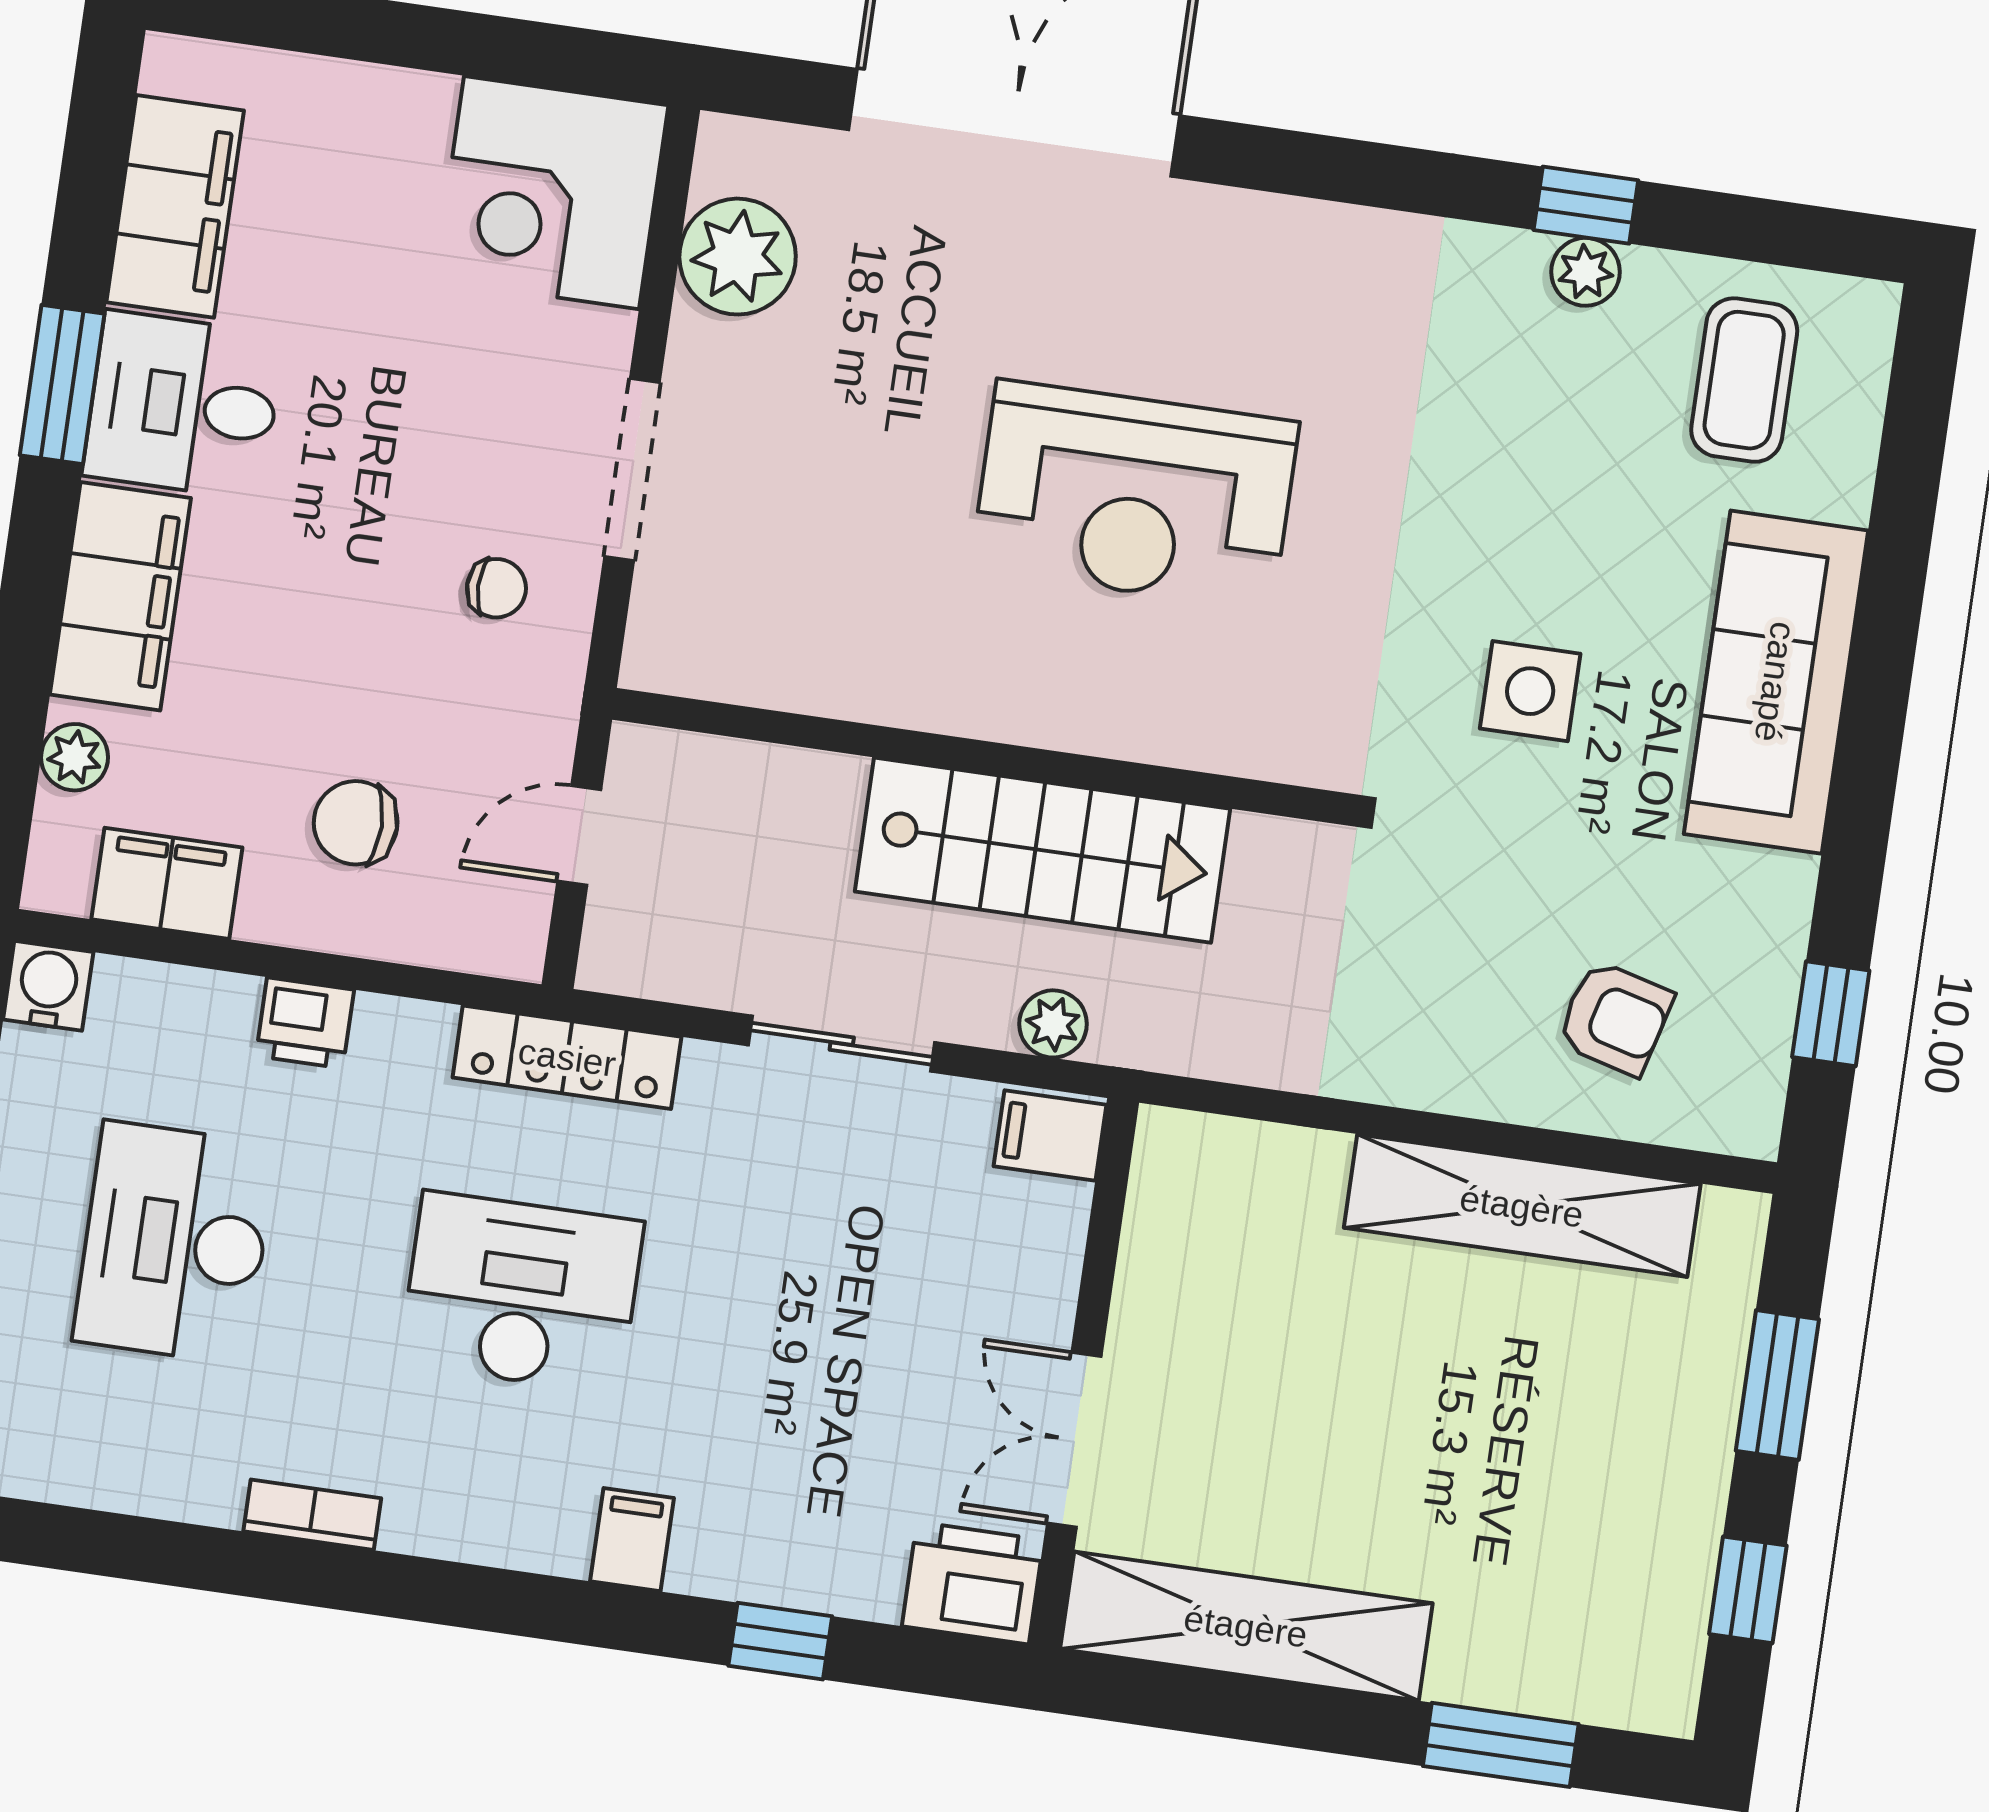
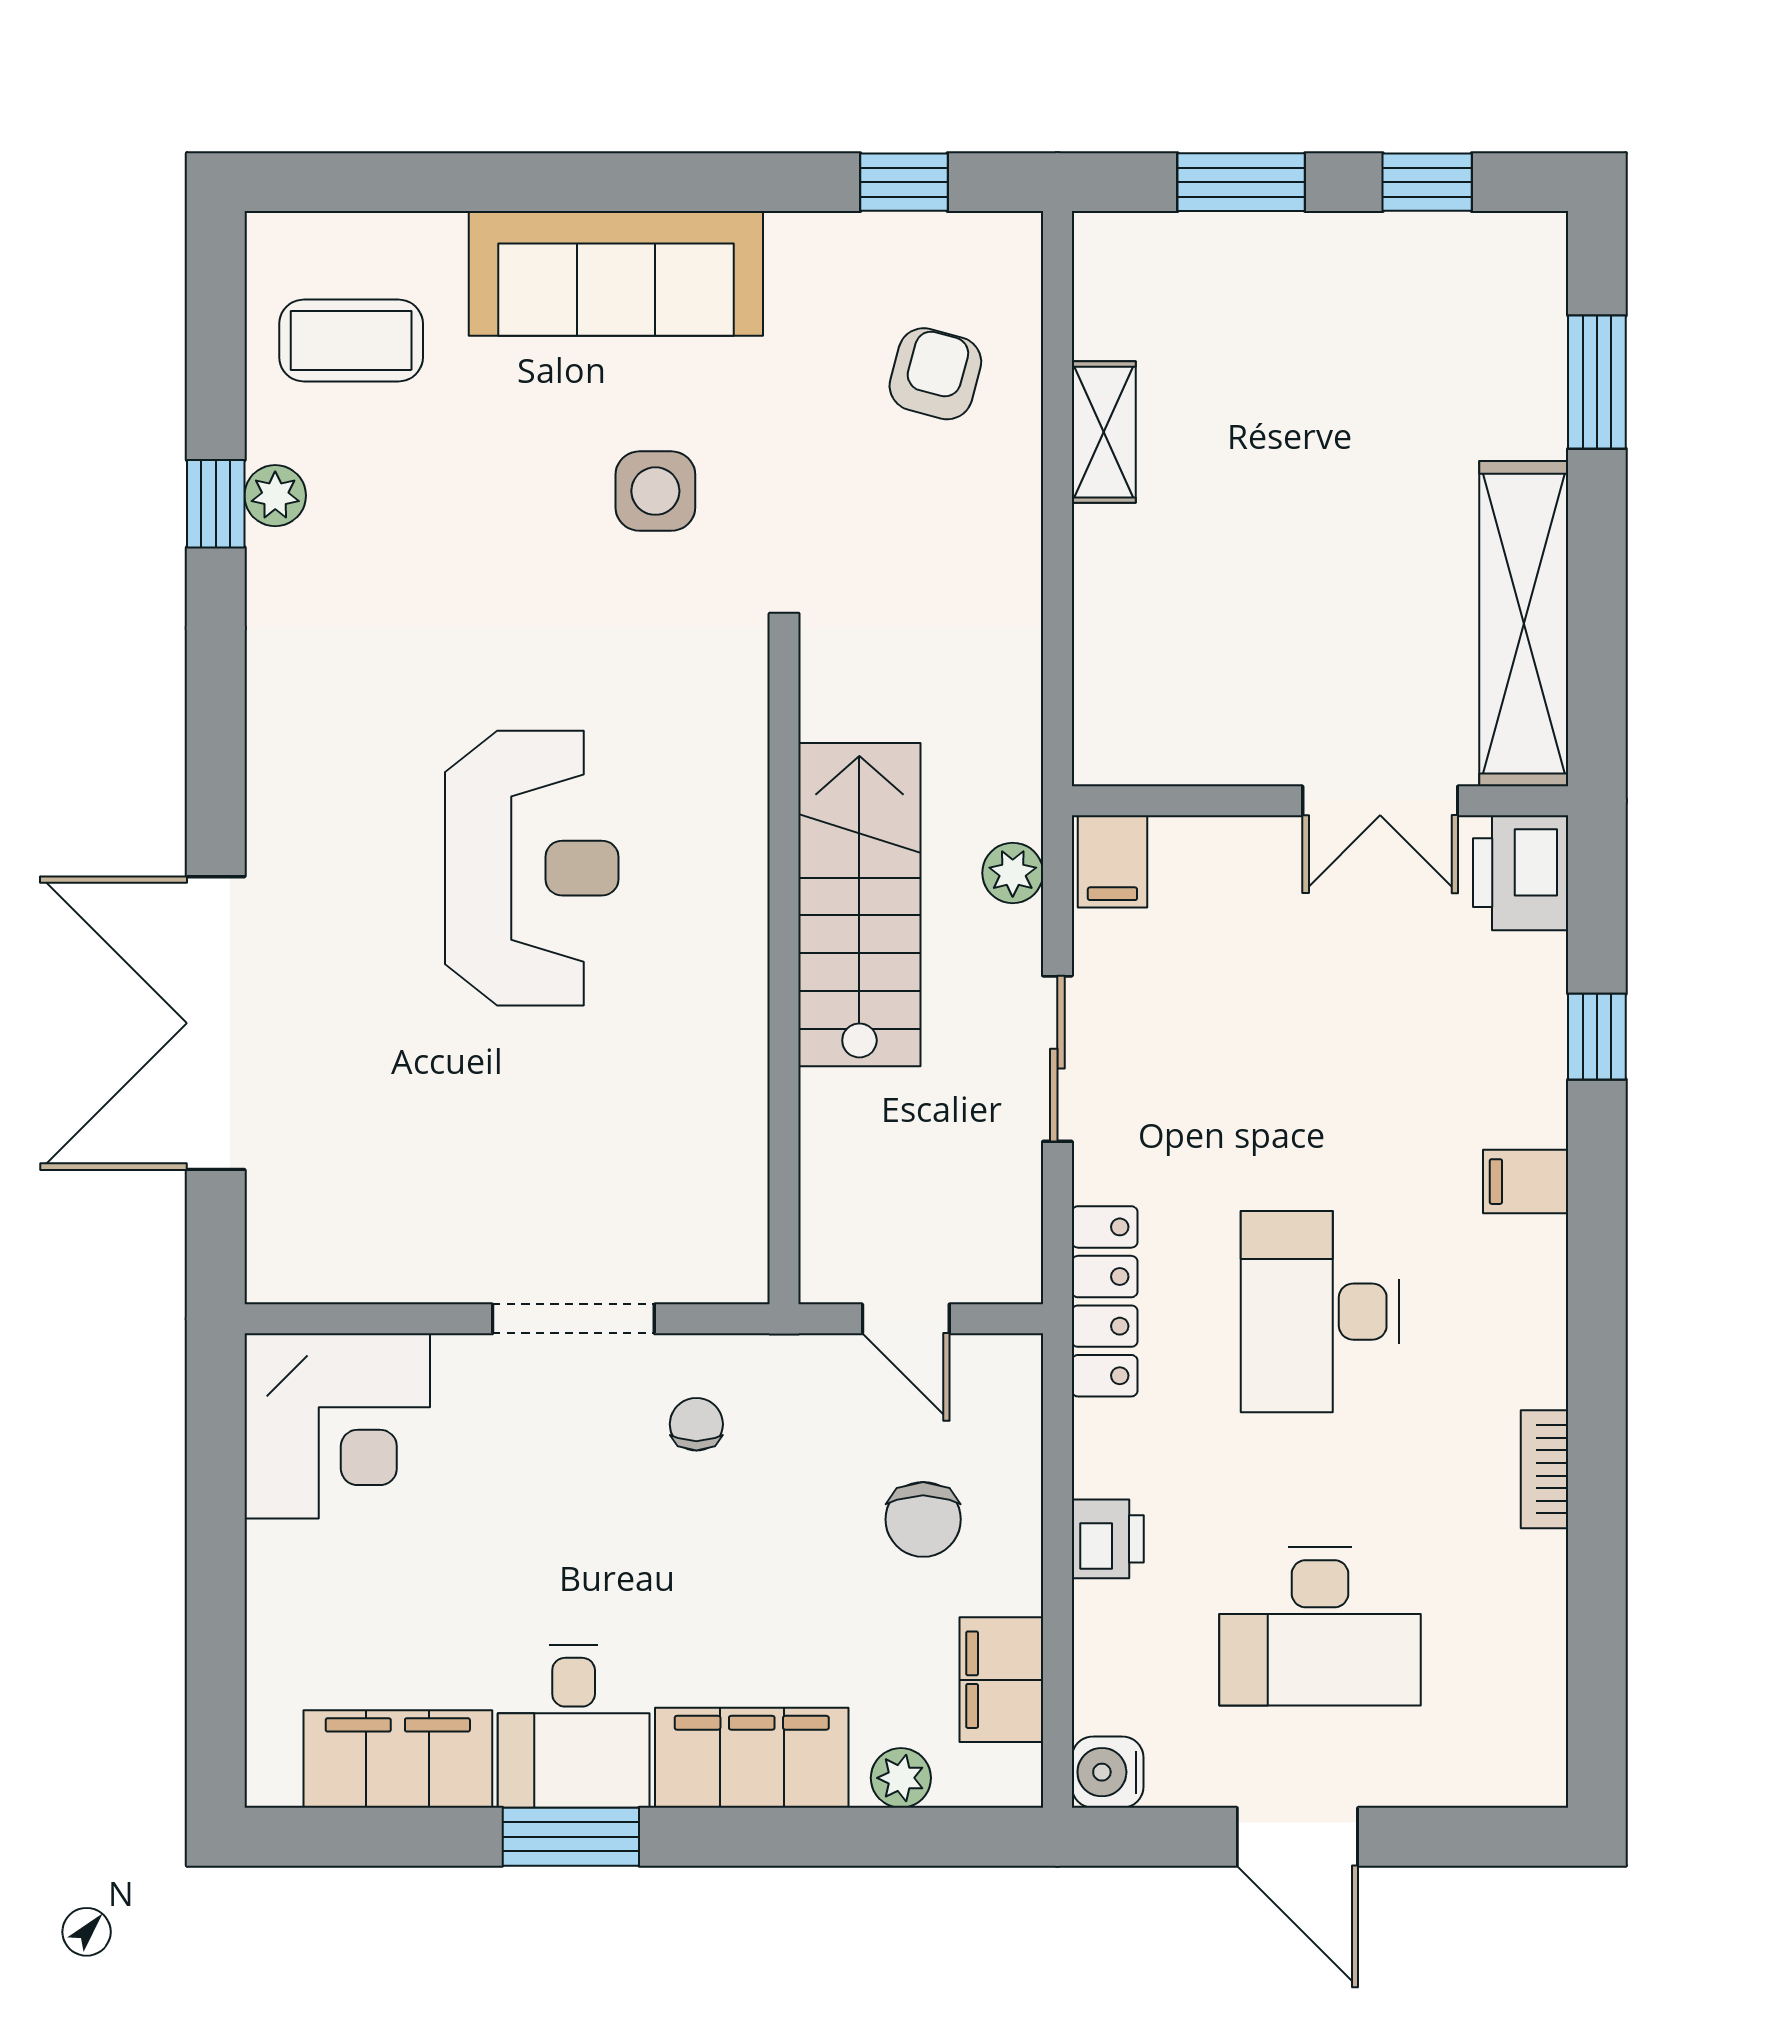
plant: (738, 257) -> (370, 1252), removed
shelving: (1522, 1206) -> (1104, 432), width x0.45, depth x0.75

